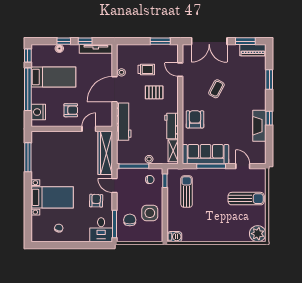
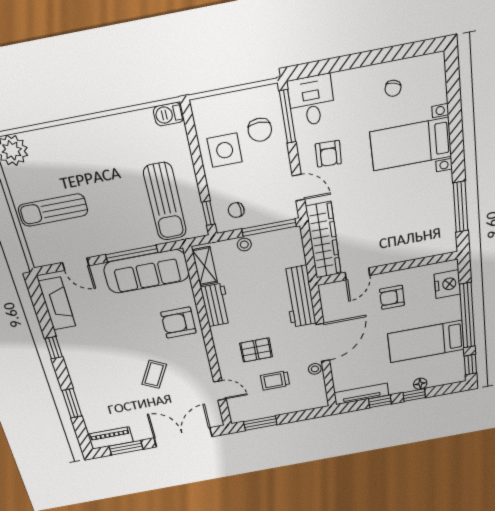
armchair: (195, 119) -> (178, 323), turned 90
fireplace: (259, 126) -> (57, 304), moved
sun lounger: (187, 192) -> (165, 202), width x1.36, depth x1.34

